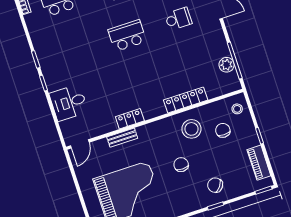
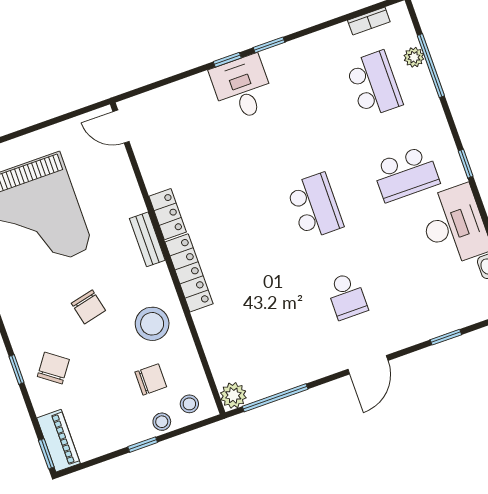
plant: (227, 65) -> (233, 395), moved
locker: (186, 100) -> (189, 273), moved
desk: (69, 103) -> (242, 88), moved
stool: (247, 125) -> (162, 422), added
bench: (122, 138) -> (147, 239), moved
piano: (259, 163) -> (59, 441), moved, turned 90
chair: (181, 165) -> (88, 307), turned 77

